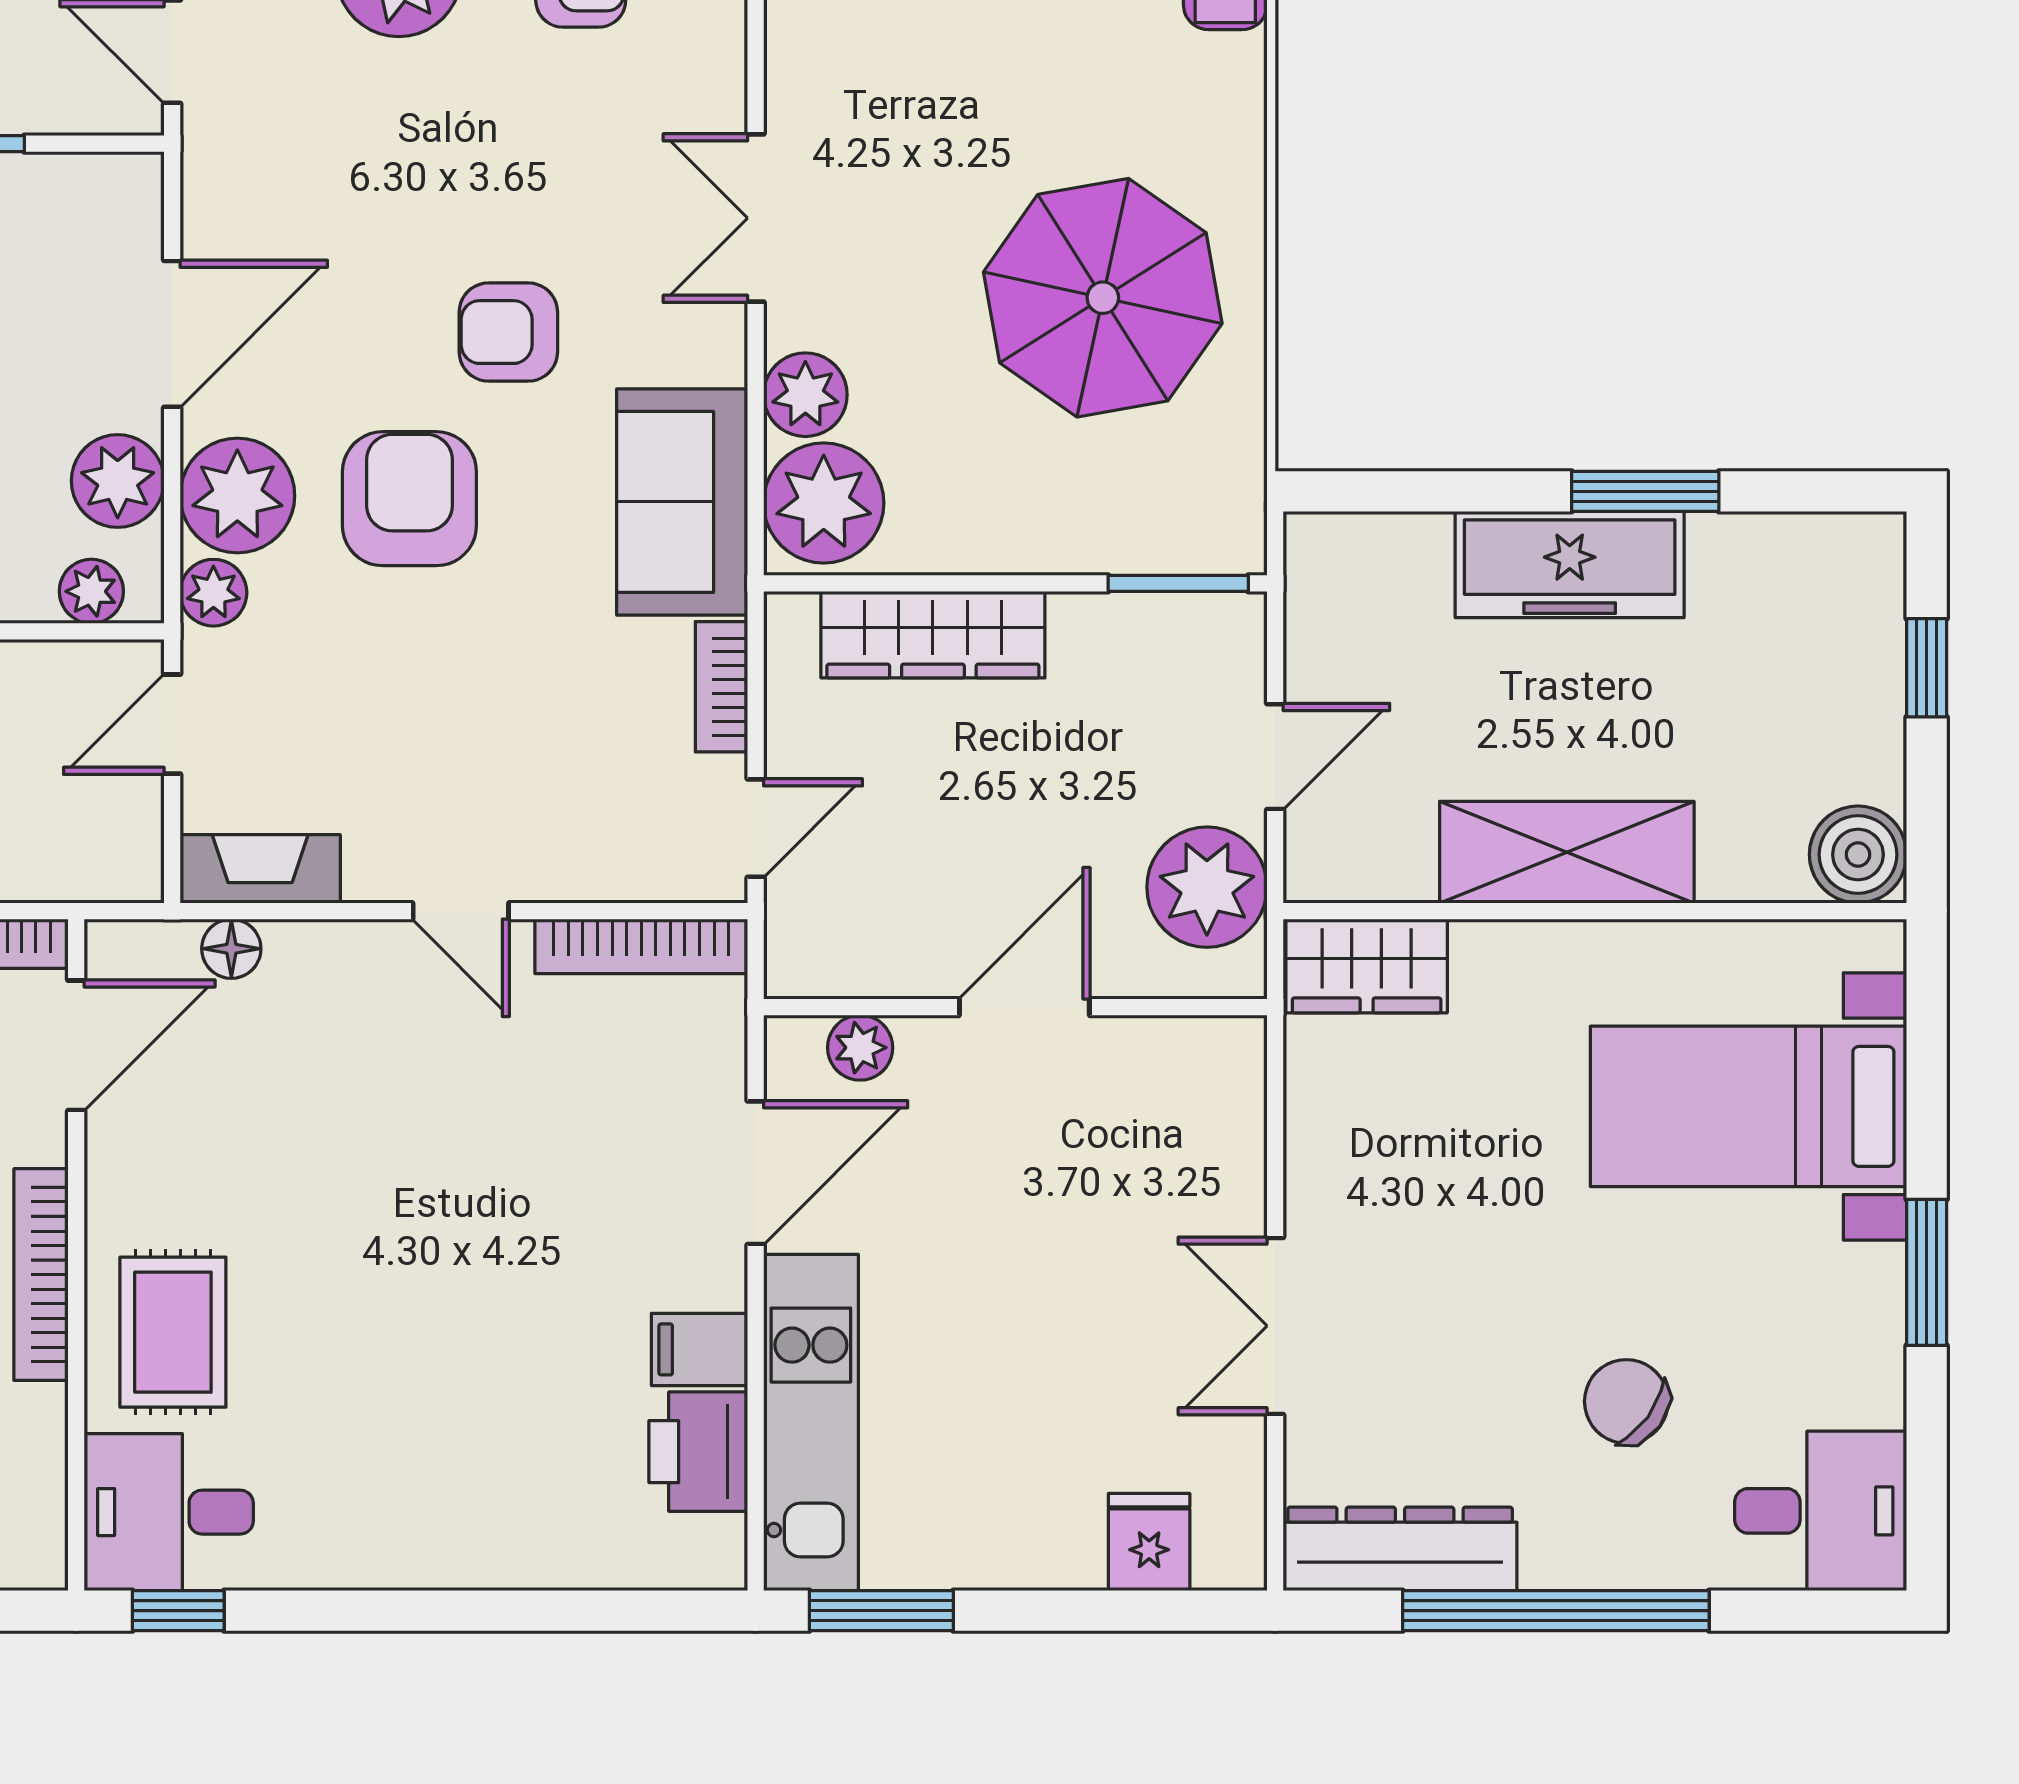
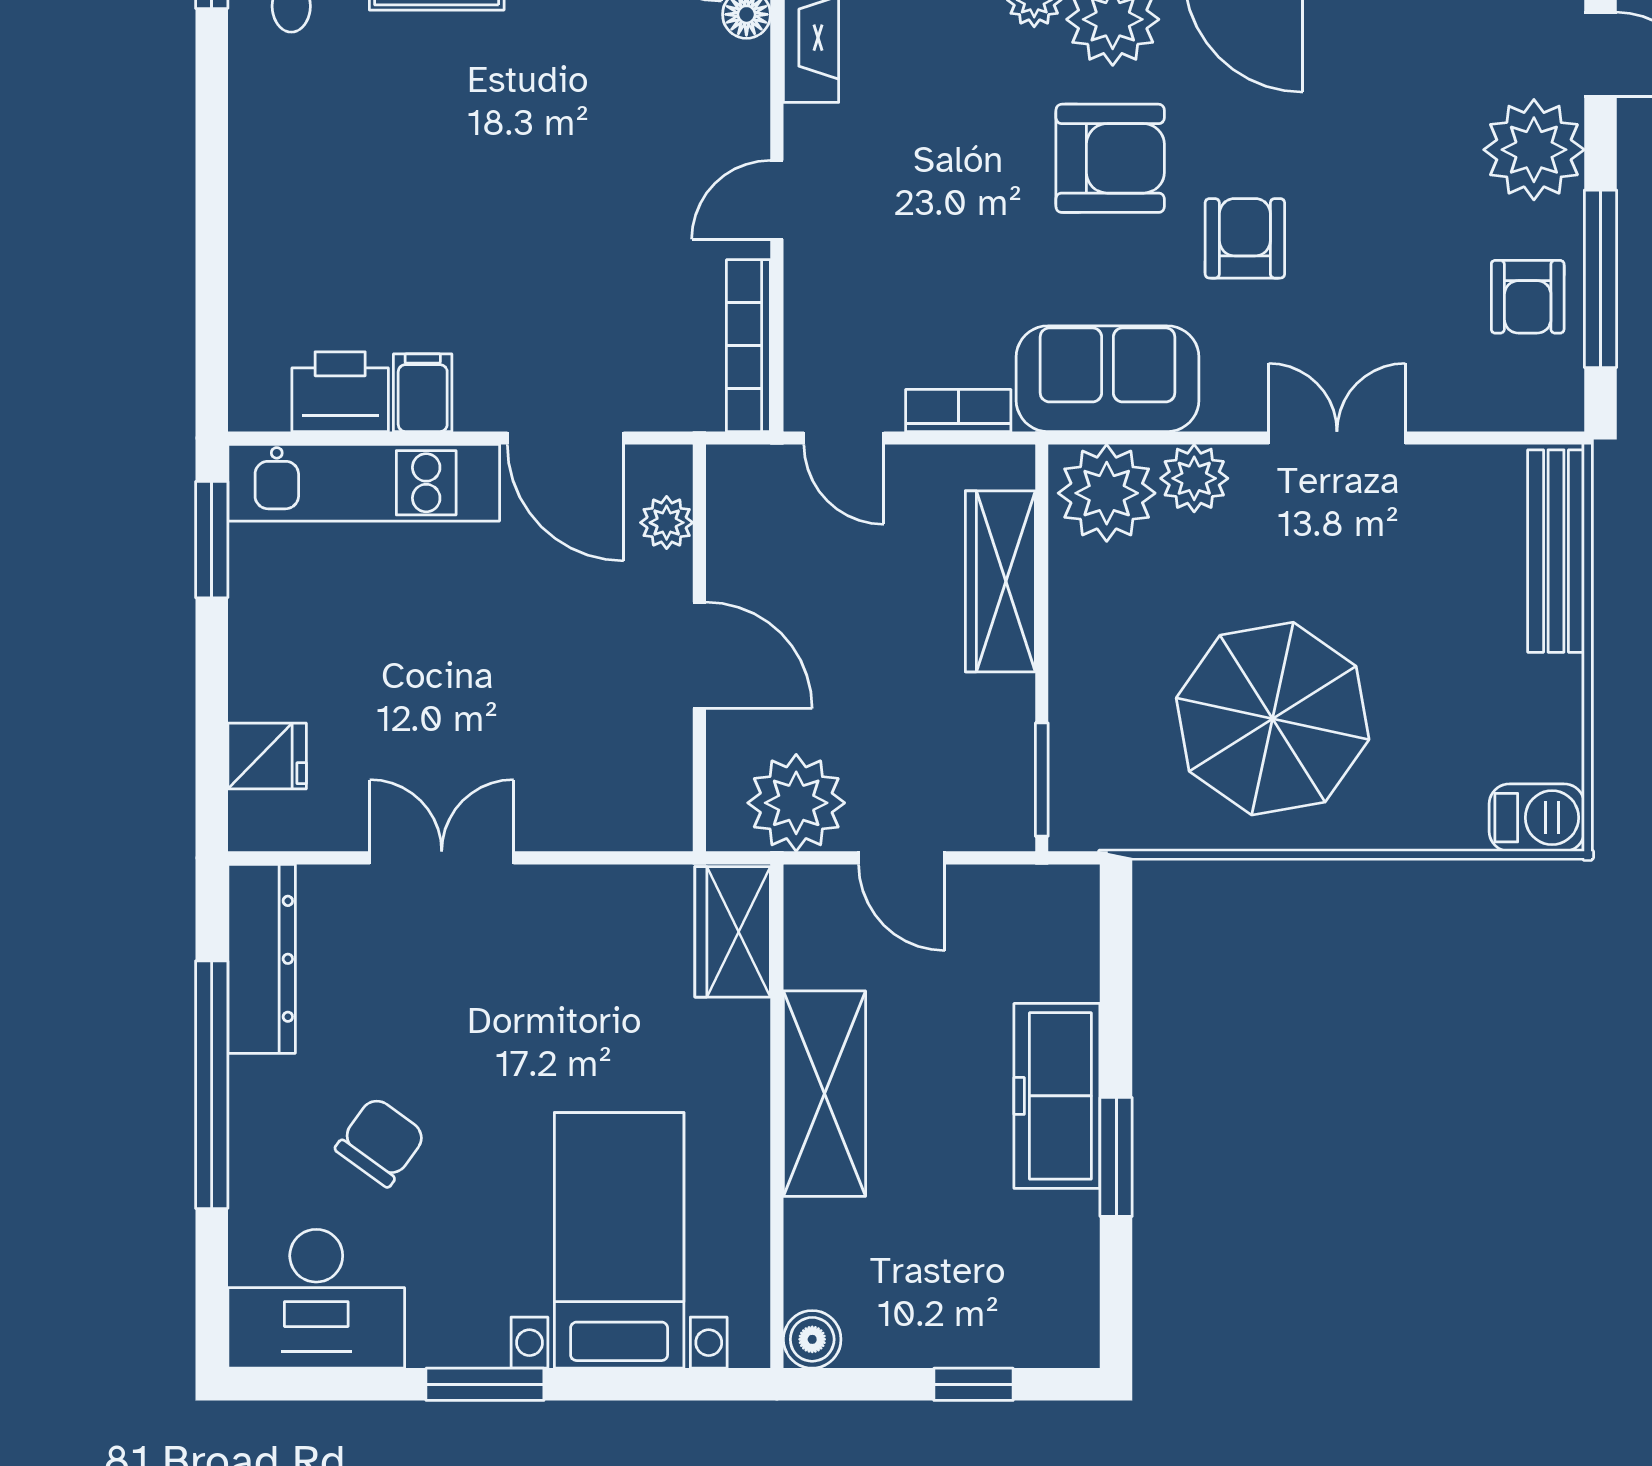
boiler: (1858, 855) -> (812, 1339), width x0.73, depth x0.73
desk: (1821, 1511) -> (316, 1299), width x1.37

